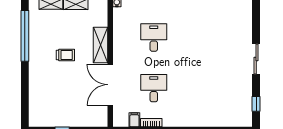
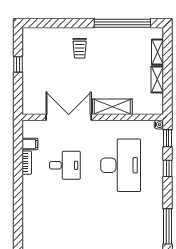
desk: (154, 38) -> (121, 165), width x1.87, depth x1.30
trolley: (65, 55) -> (80, 48), moved

